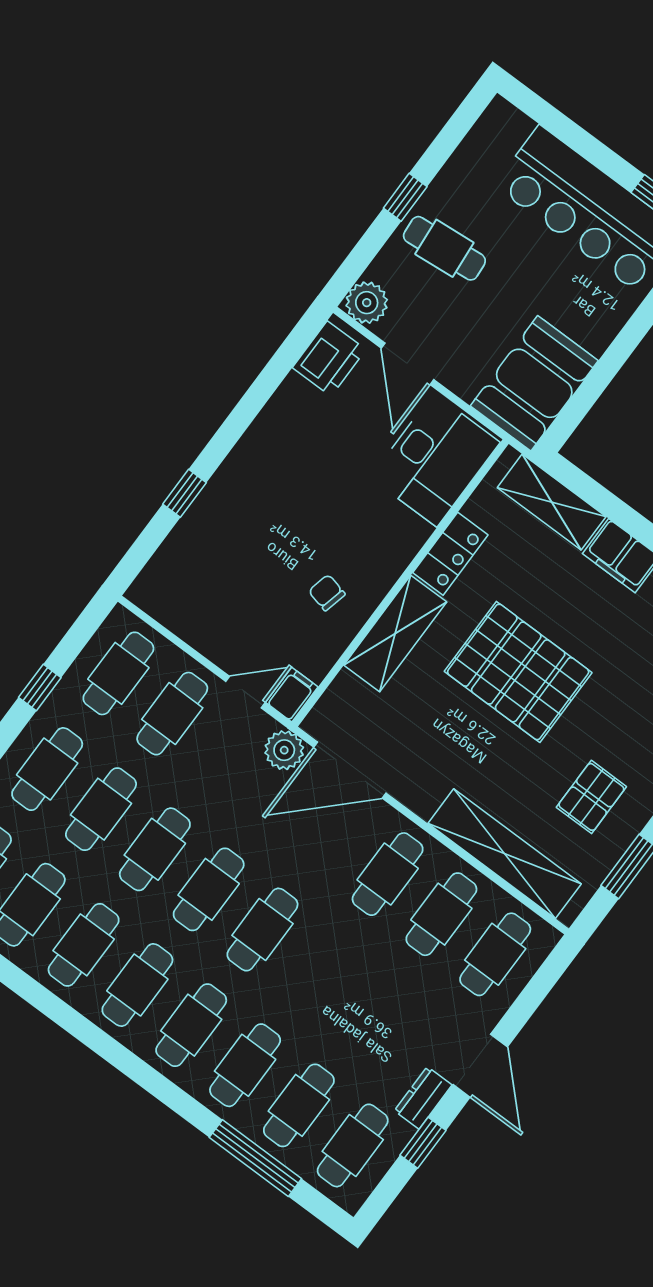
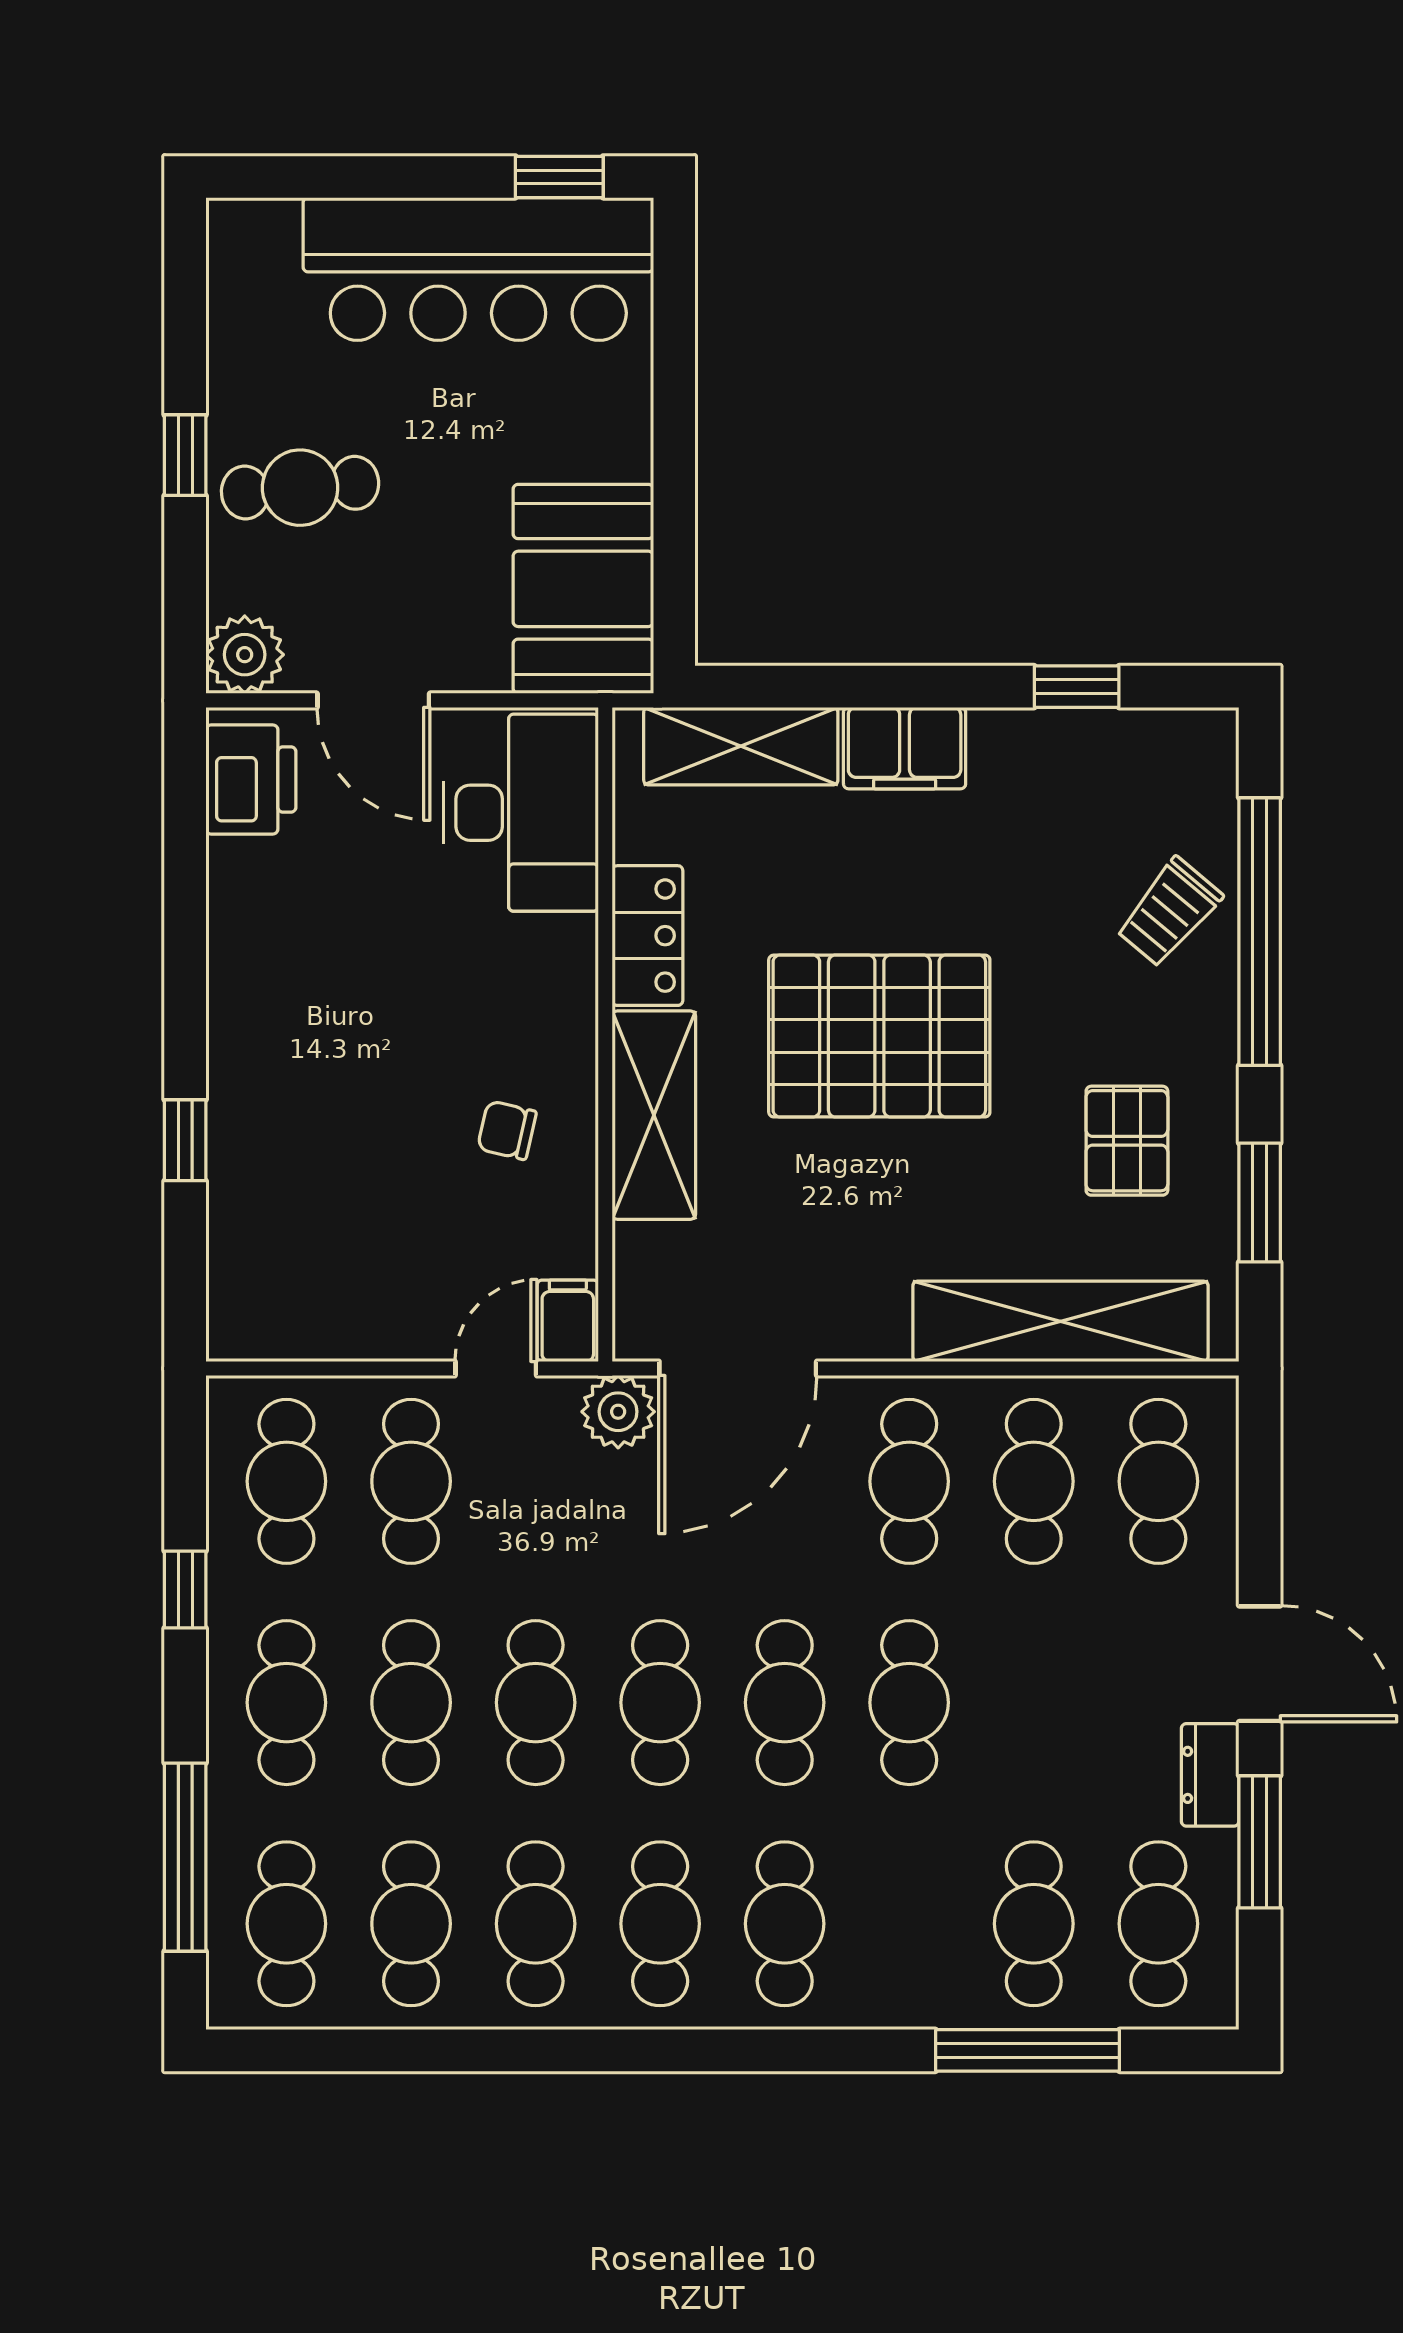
cafe table: (245, 1065) -> (909, 1703), moved
window: (423, 1143) -> (1260, 1842), width x1.50

